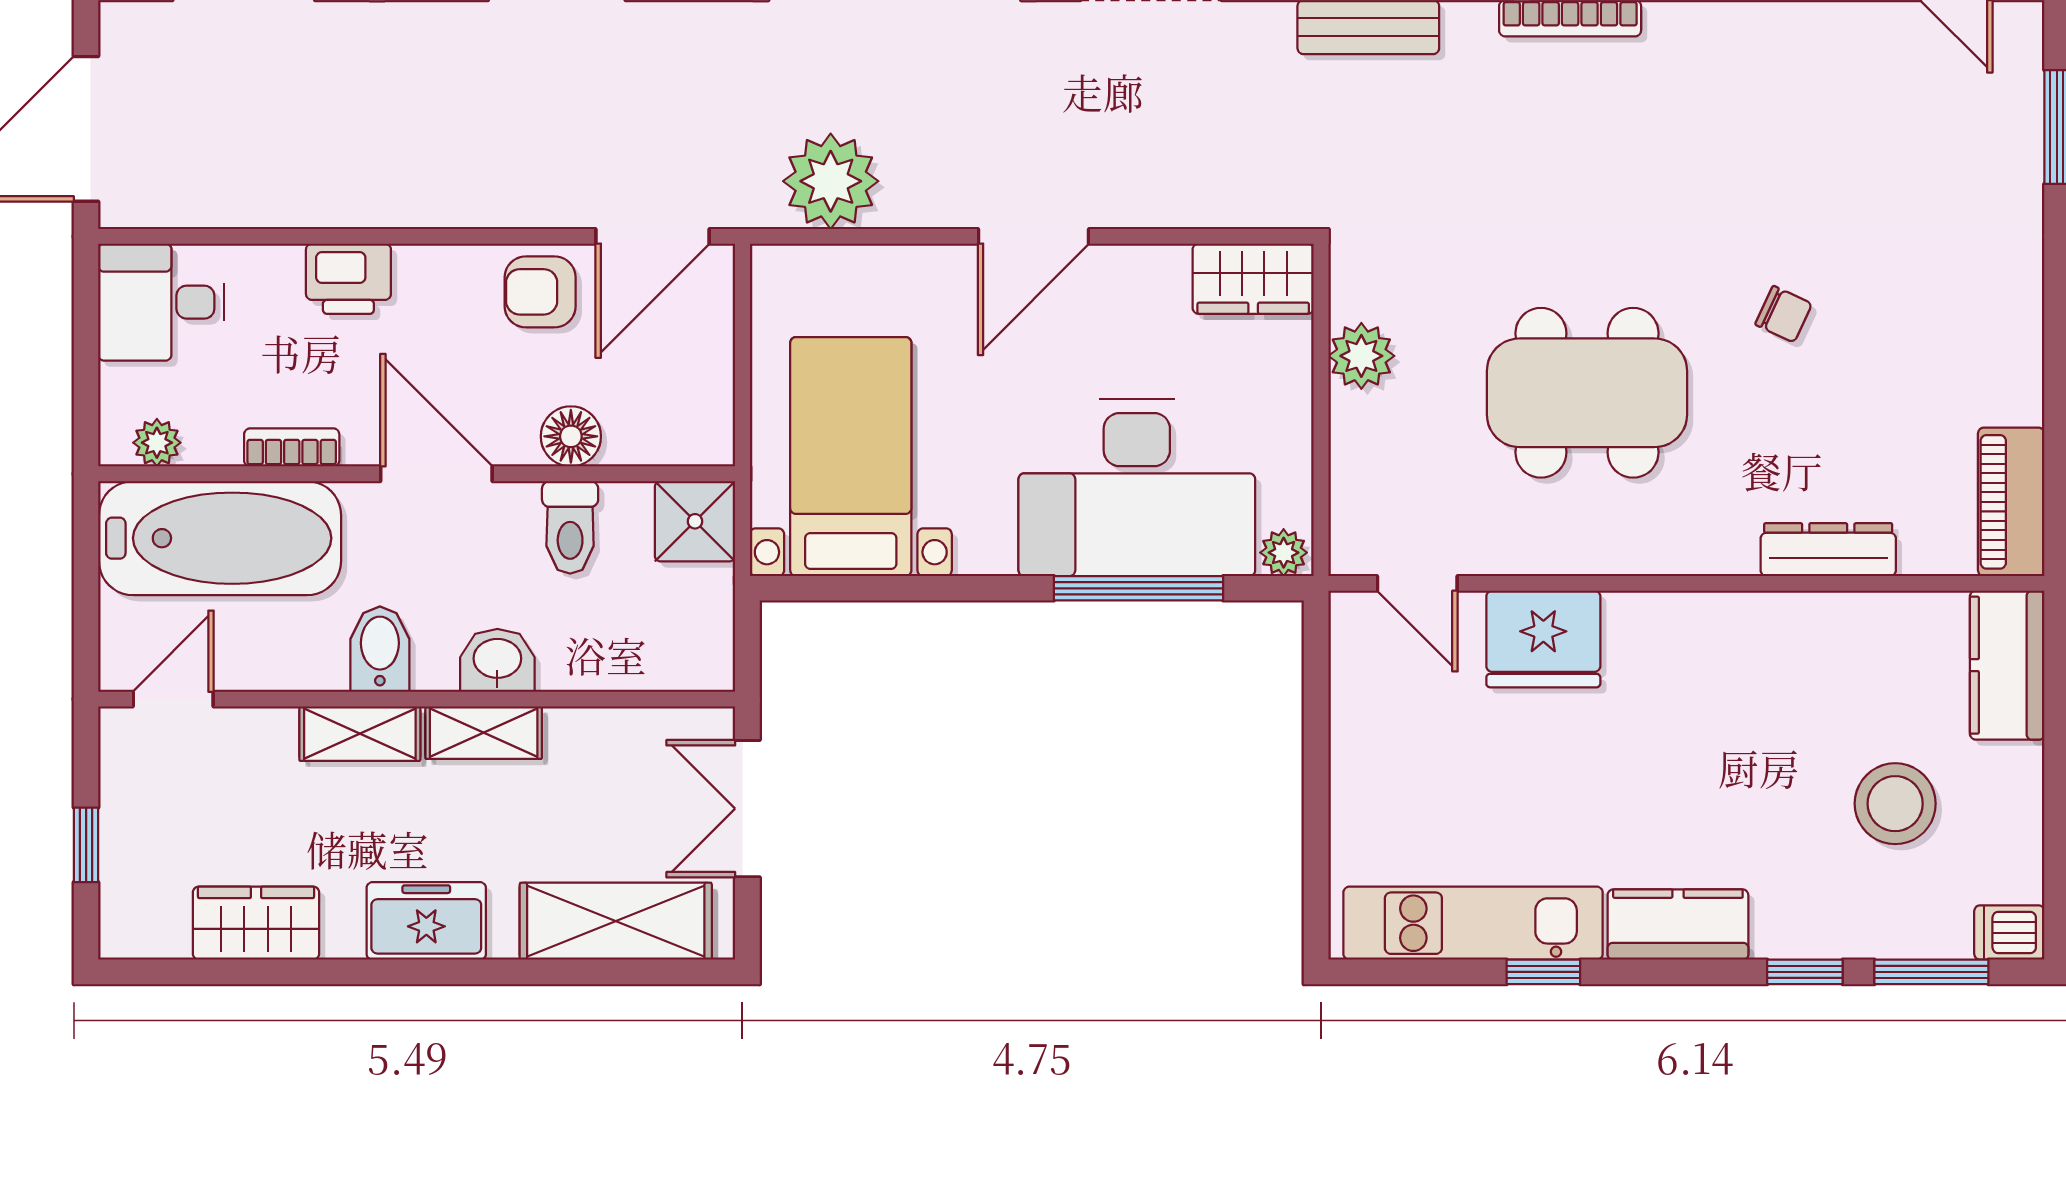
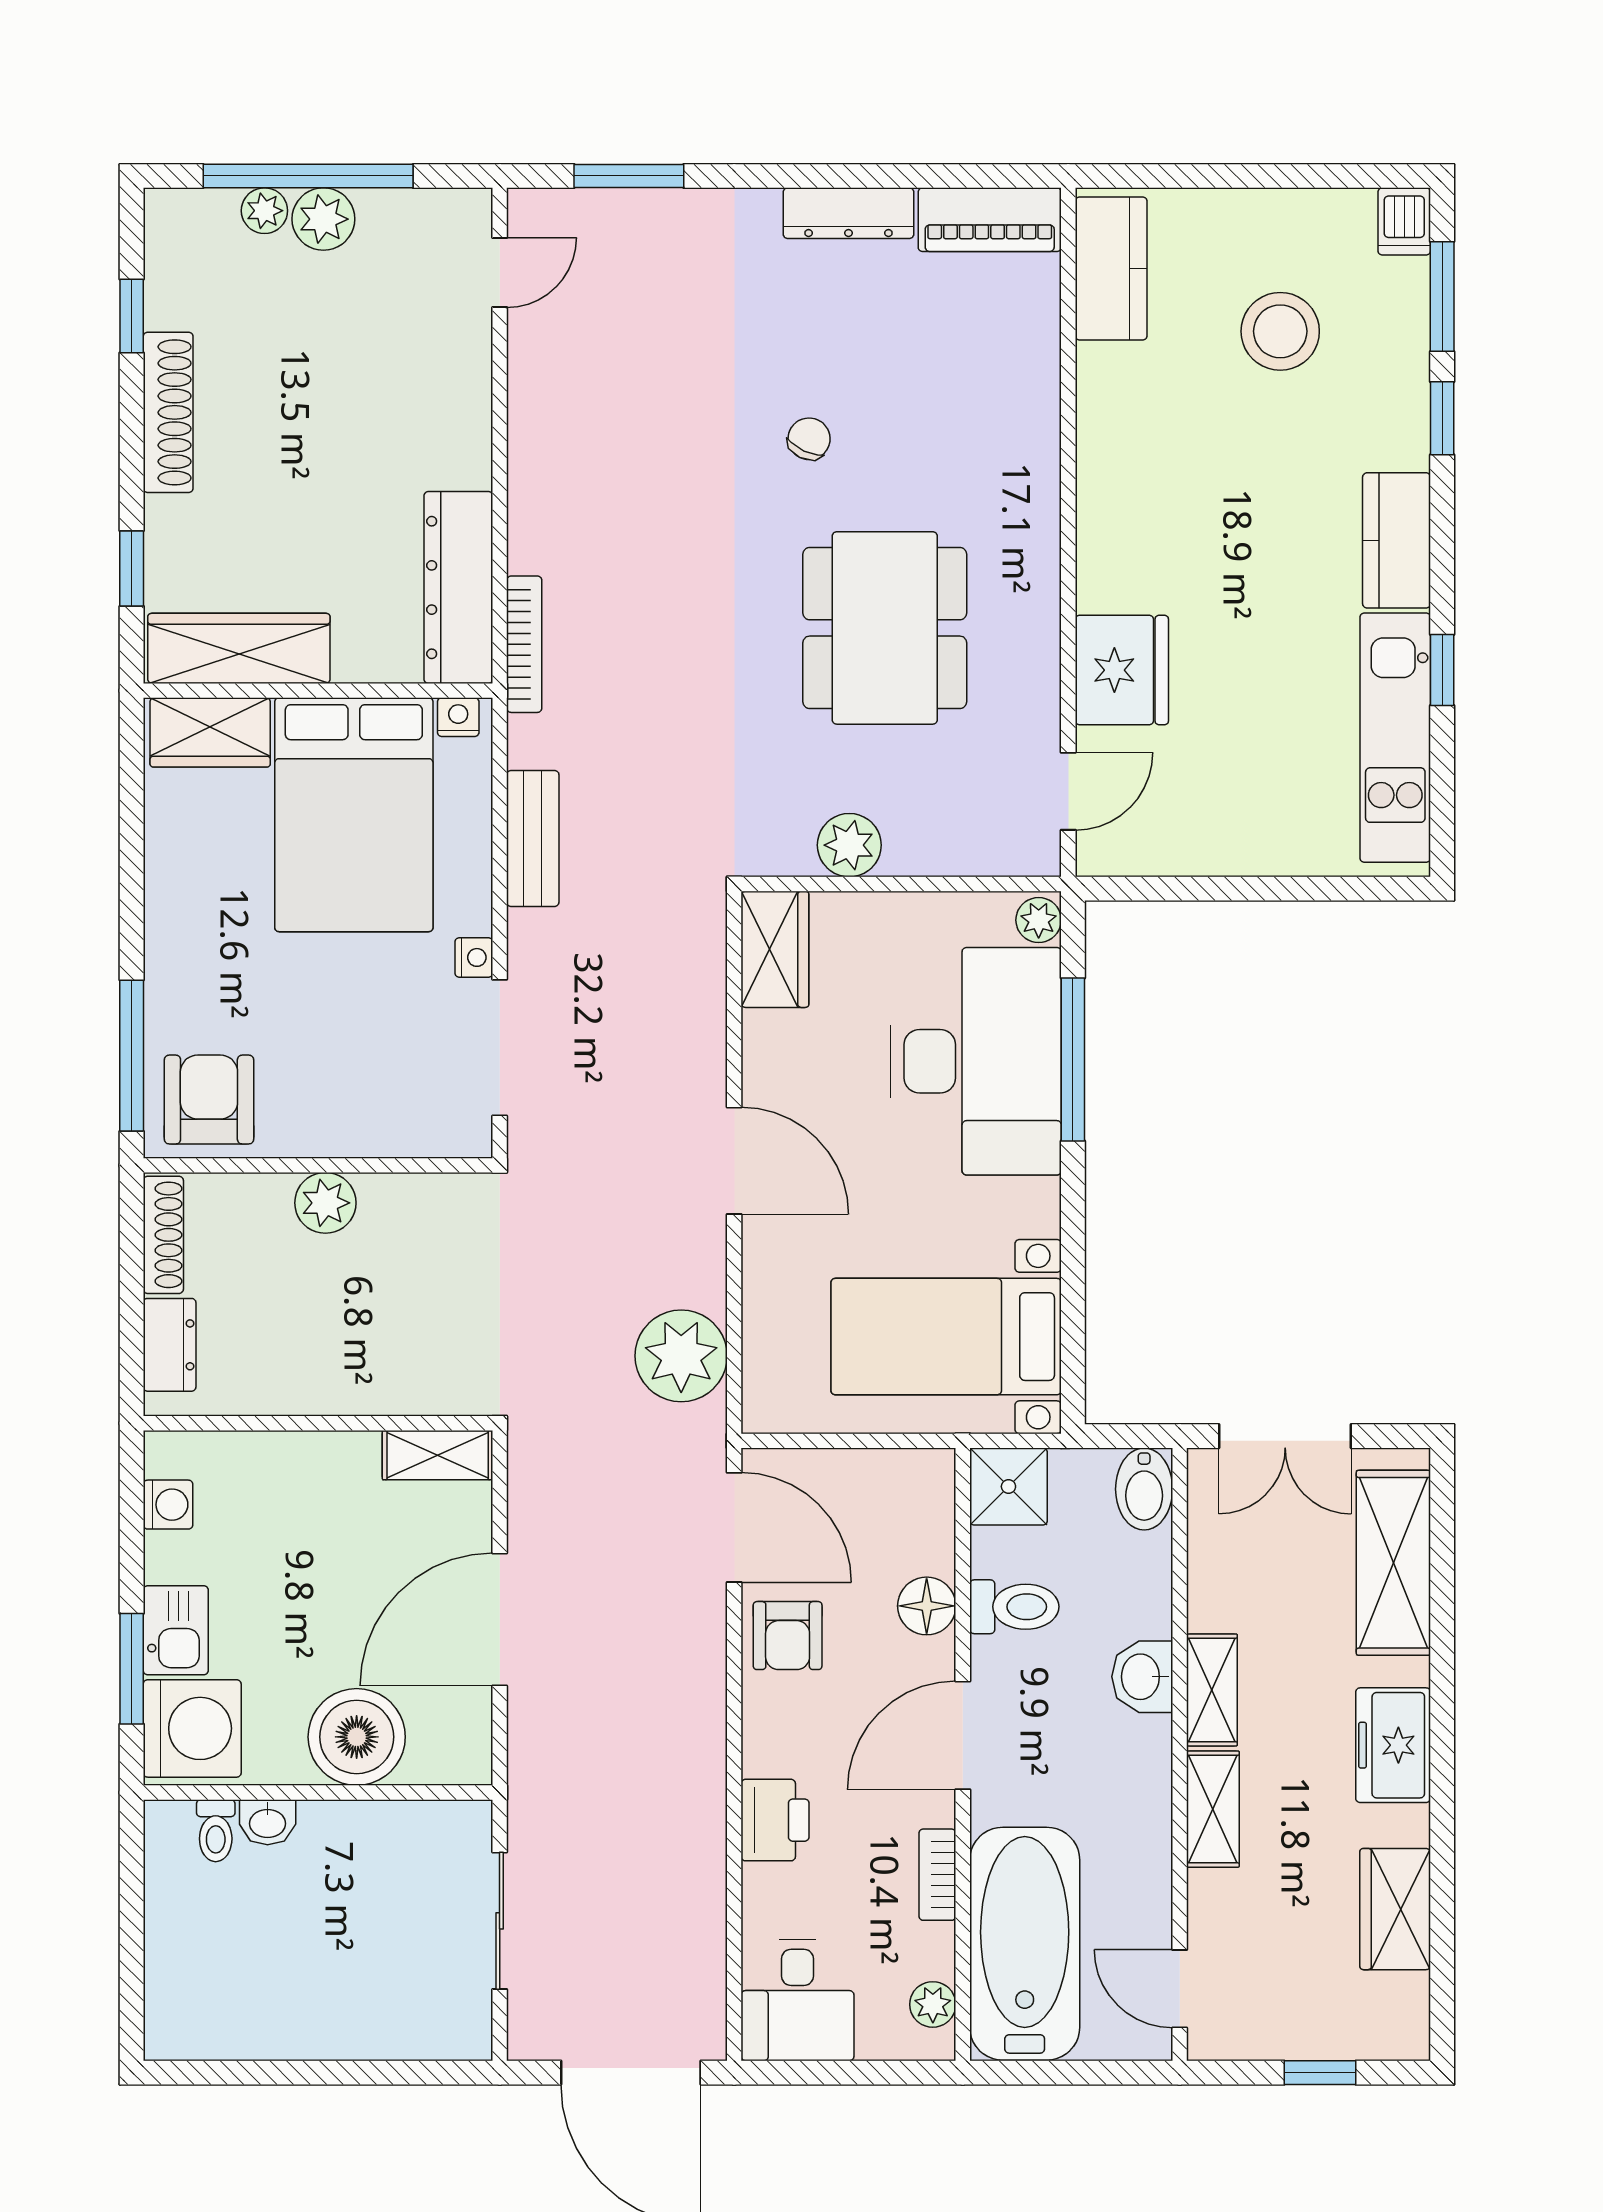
dresser: (1828, 550) -> (849, 213), moved, turned -90
bidet: (380, 649) -> (1144, 1489), moved, turned -90
kitchen counter: (2007, 665) -> (1111, 269), moved, turned -90

